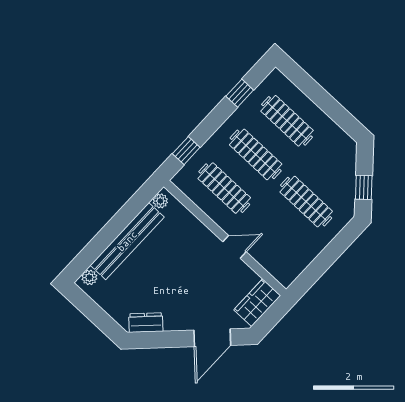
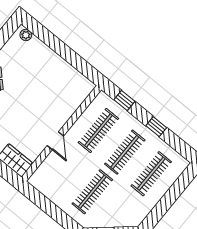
window: (240, 93) -> (156, 127), moved
plant: (160, 201) -> (86, 84), removed
bench: (127, 241) -> (54, 61), removed

